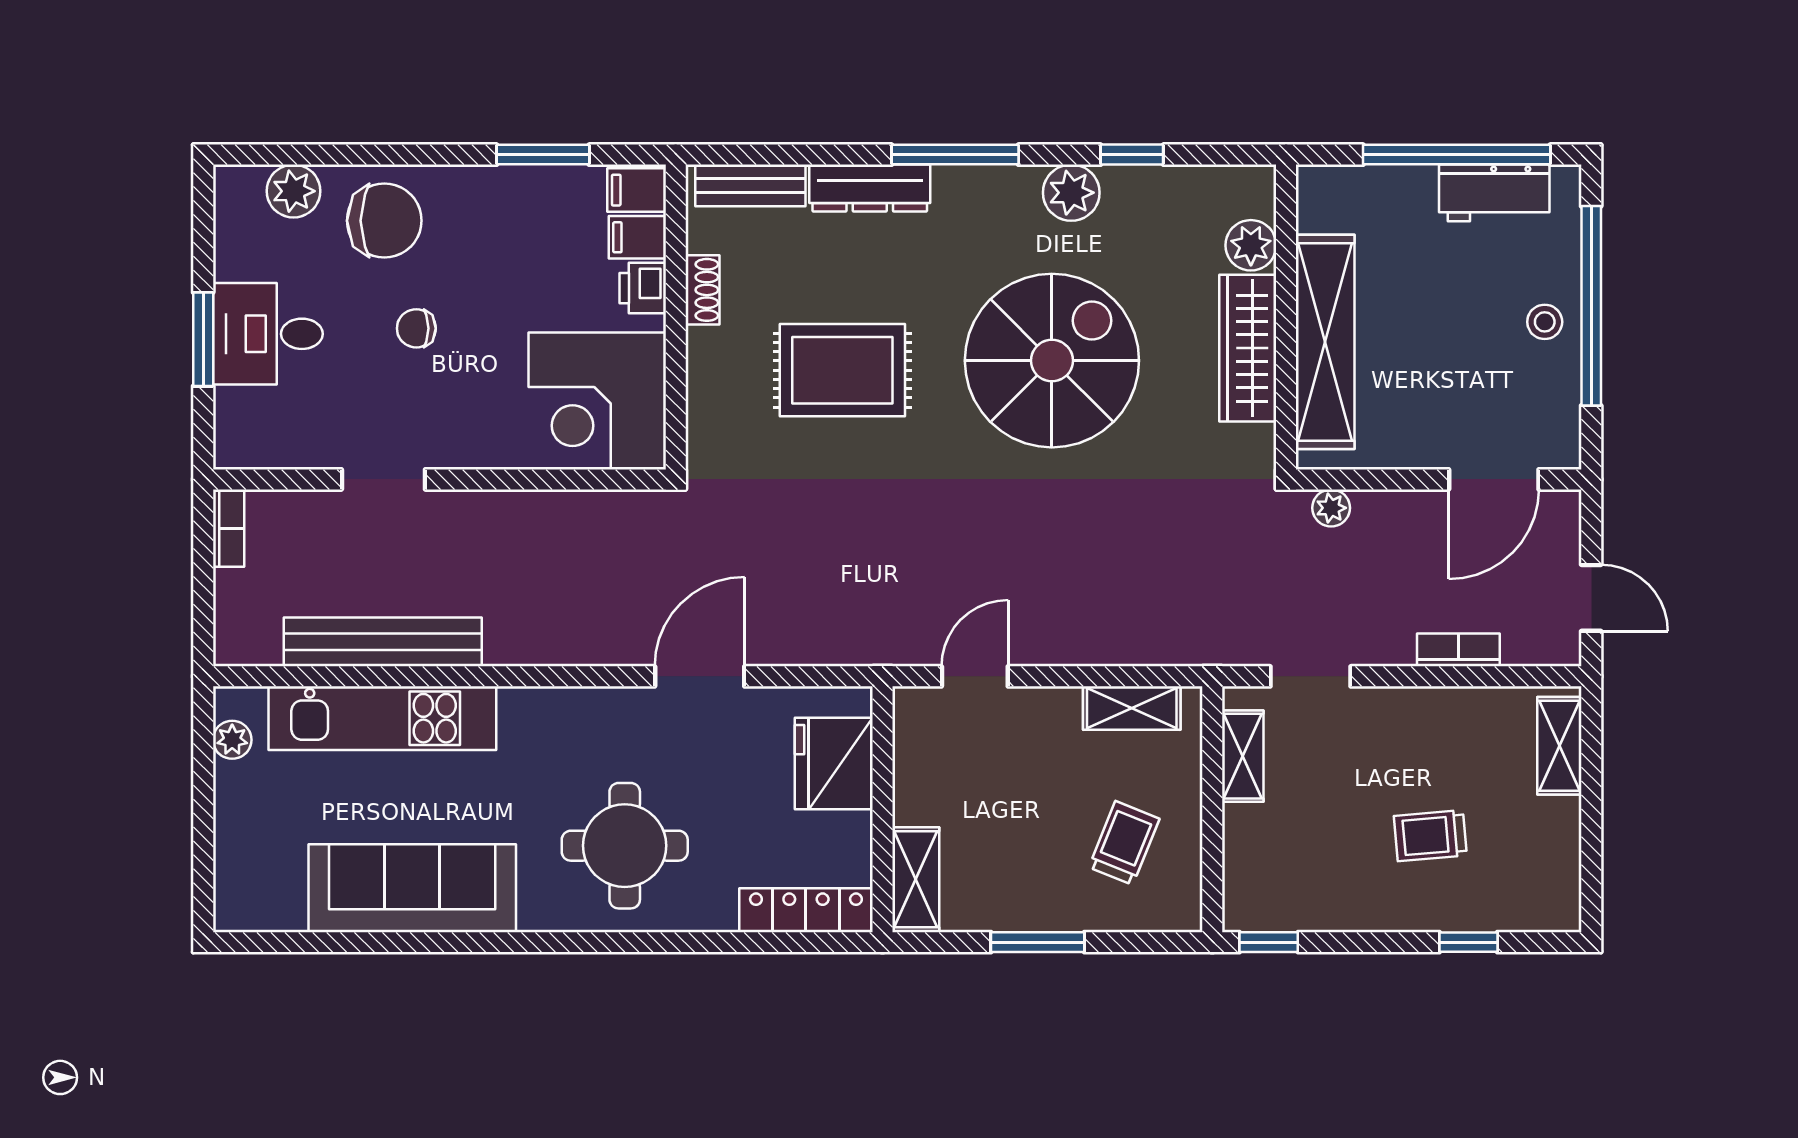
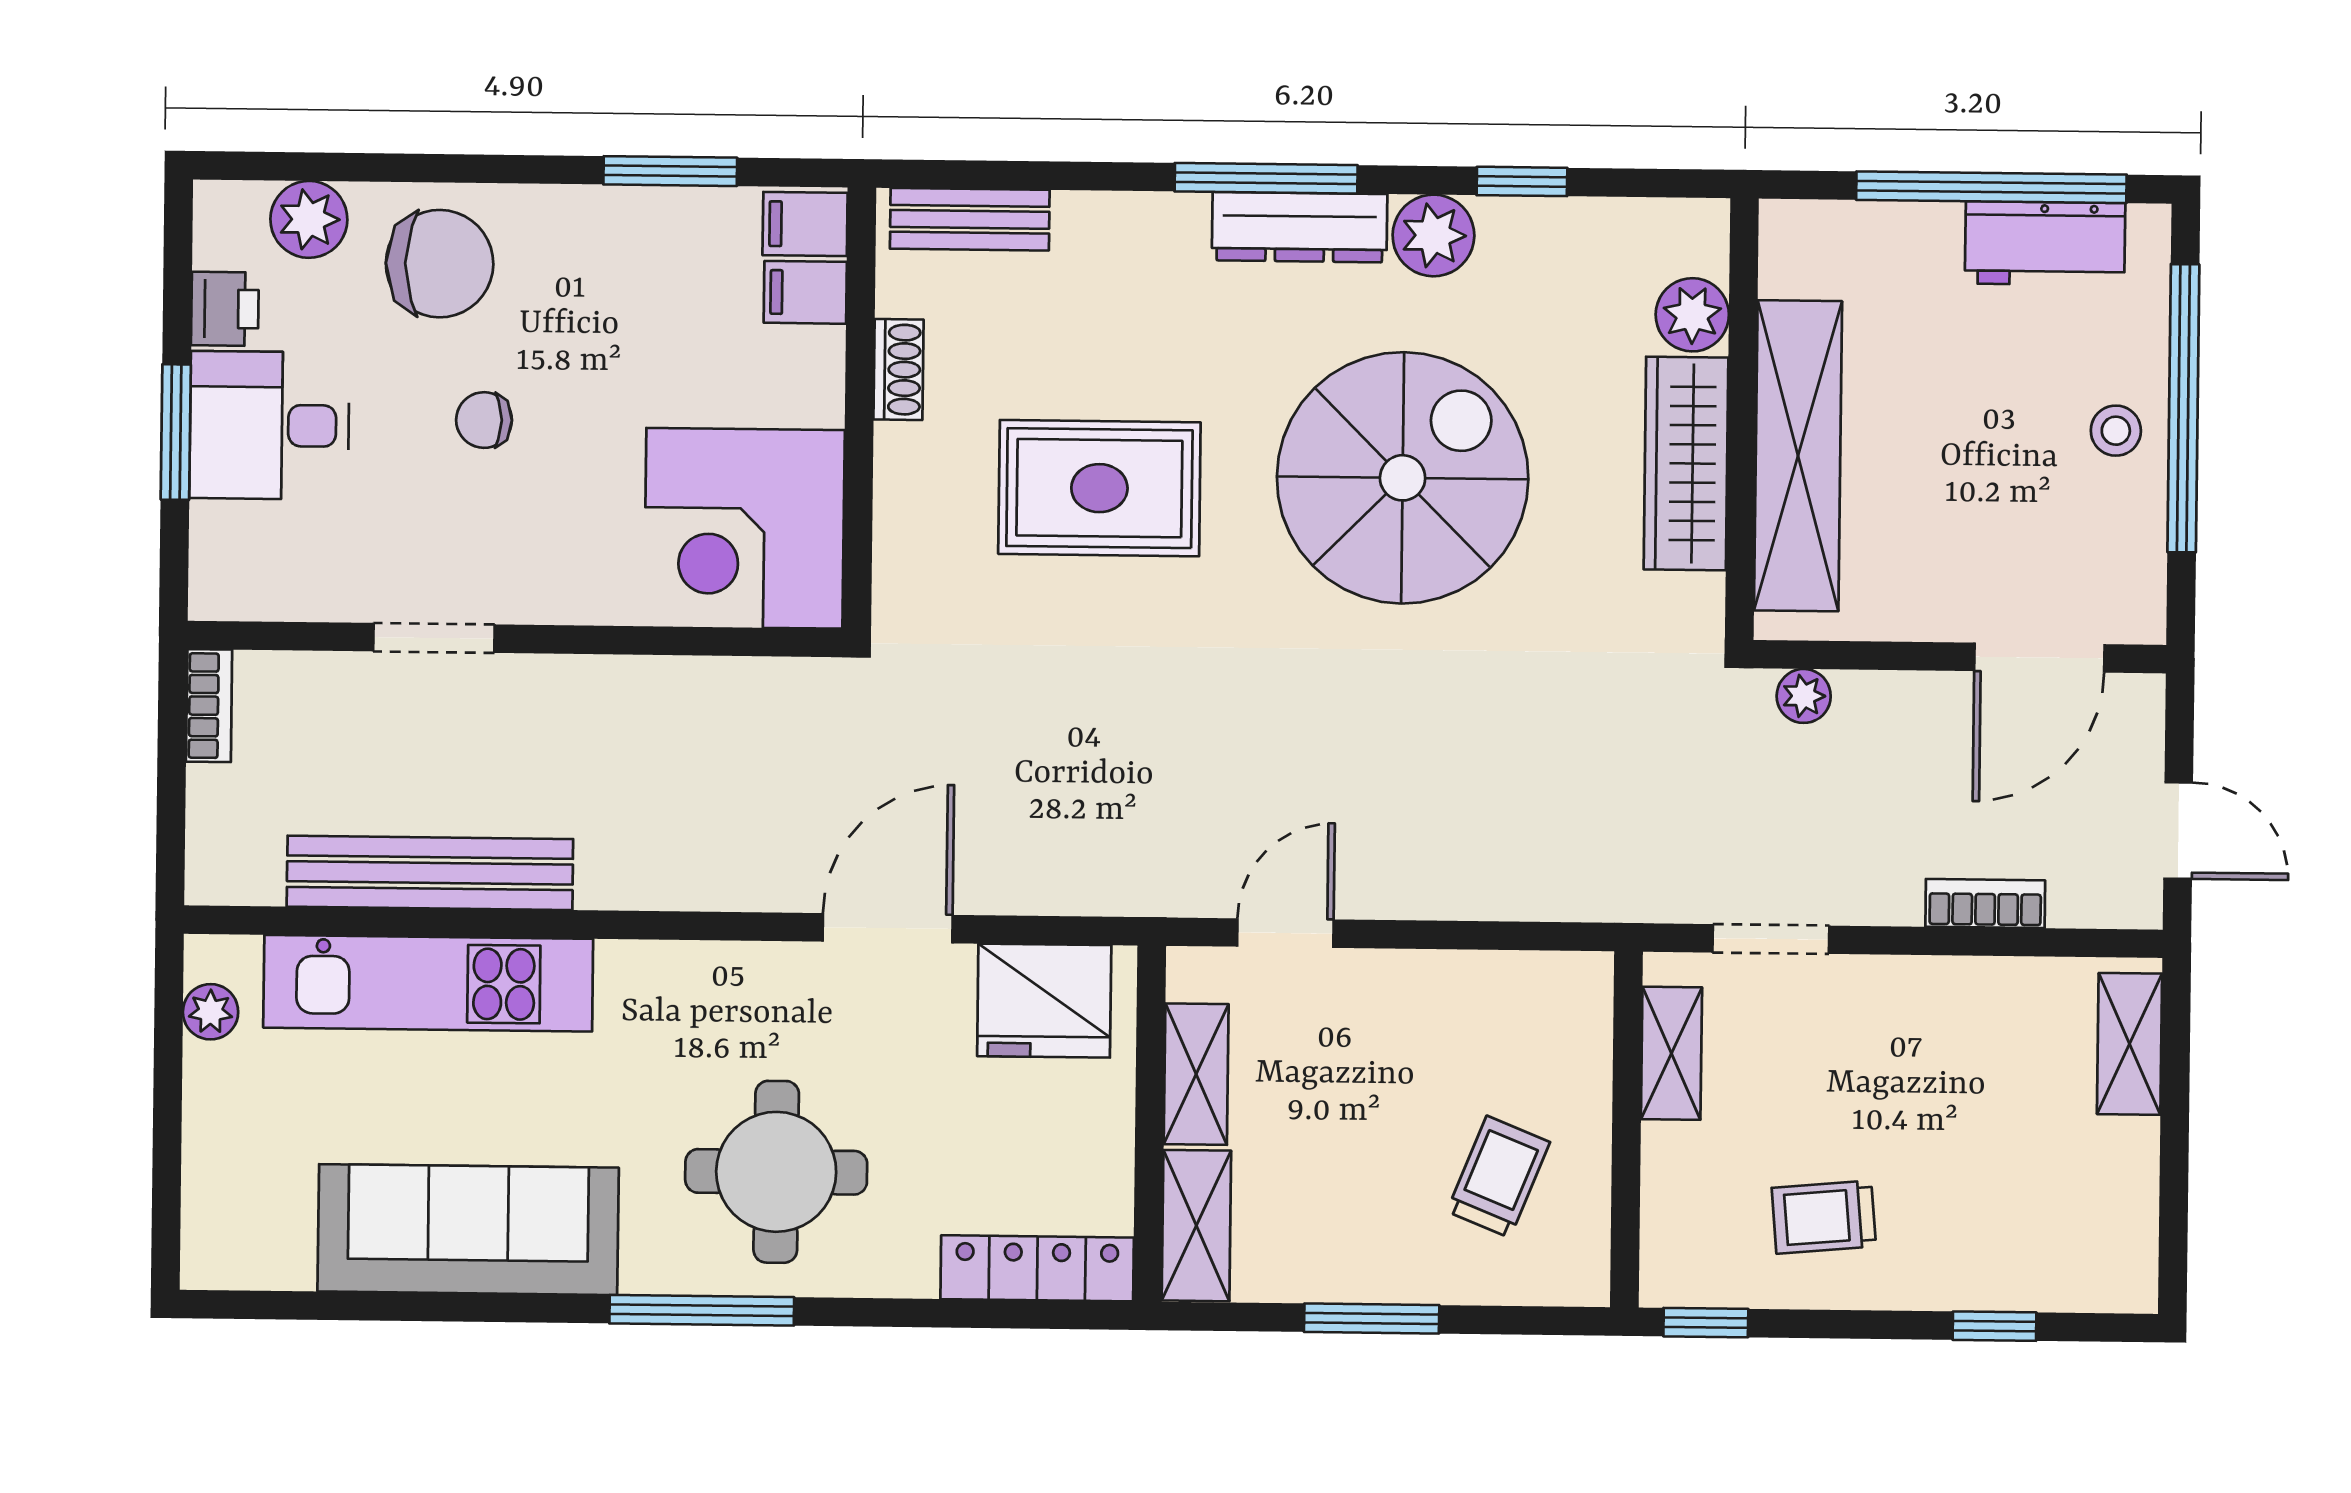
dresser: (870, 188) -> (1300, 227), moved
printer: (643, 288) -> (225, 309), moved, turned 180
shelving: (1132, 708) -> (1196, 1074), moved, turned 90
fridge: (834, 763) -> (1044, 1001), moved, turned -90
trolley: (1430, 836) -> (1824, 1217), moved
window: (574, 942) -> (702, 1310), added

